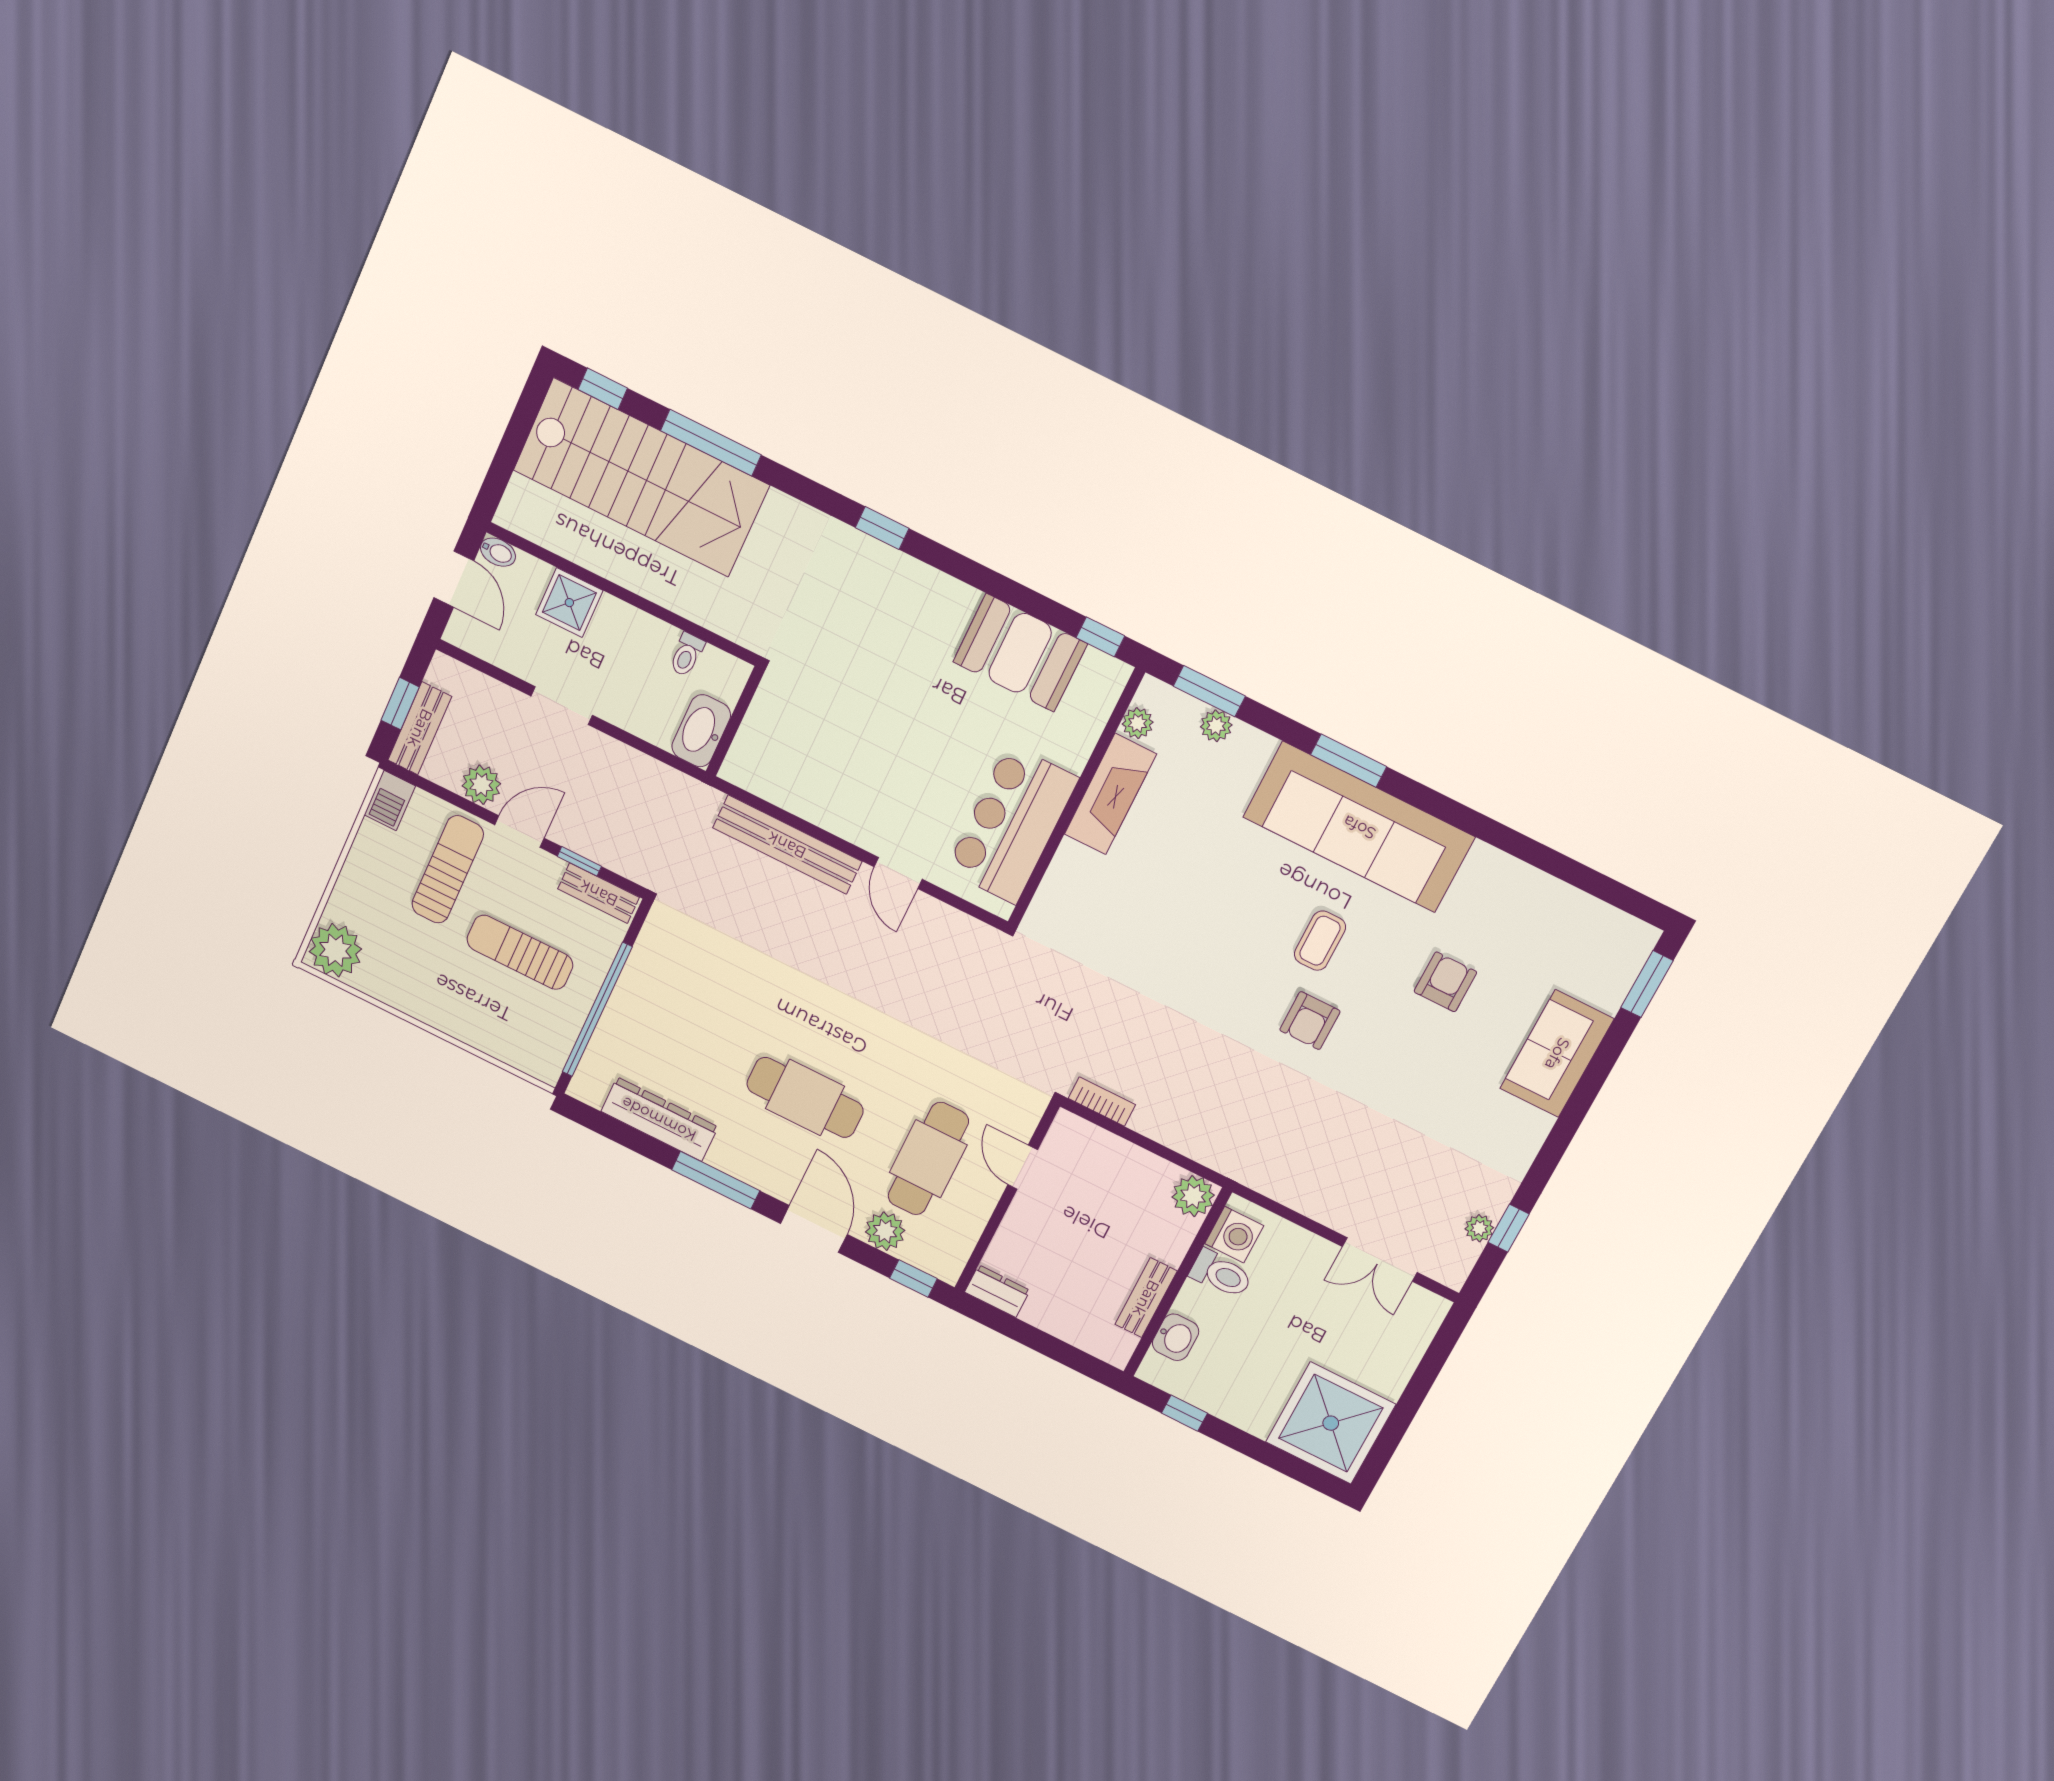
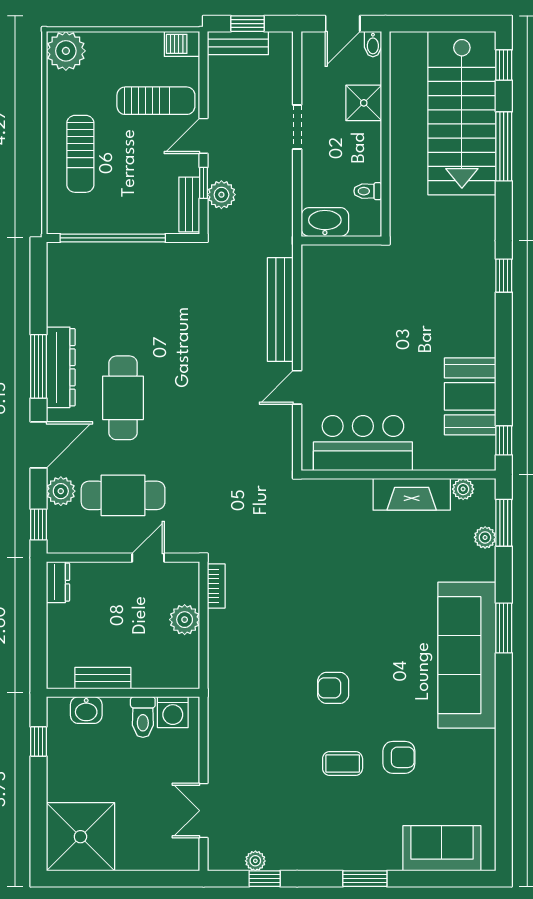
plant: (481, 785) -> (221, 195), moved
door: (519, 832) -> (204, 136), swing flipped
coffee table: (1320, 941) -> (343, 764), moved
sun lounger: (520, 952) -> (80, 154), moved, turned 180
window: (1647, 984) -> (365, 879), moved
sofa: (1557, 1054) -> (442, 848), moved
dresser: (659, 1119) -> (61, 367), moved
plant: (1193, 1196) -> (185, 620), moved

